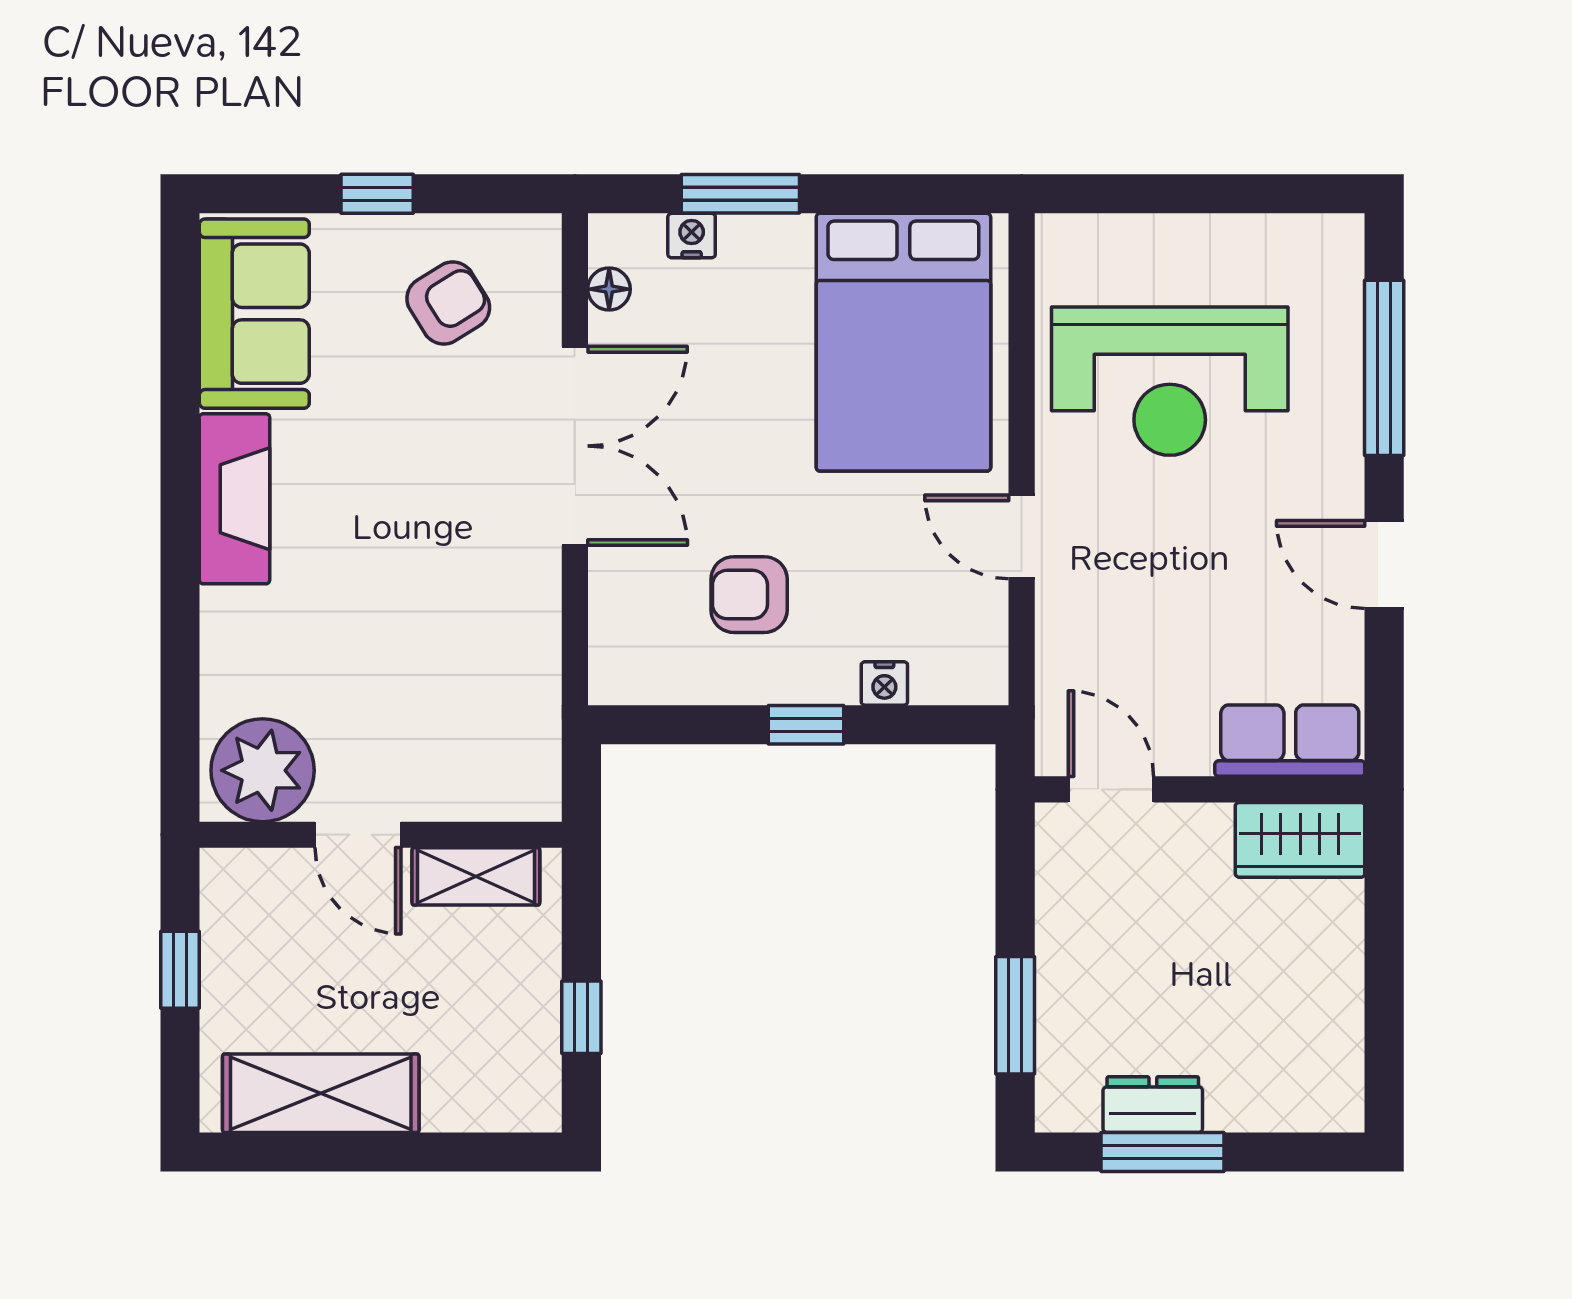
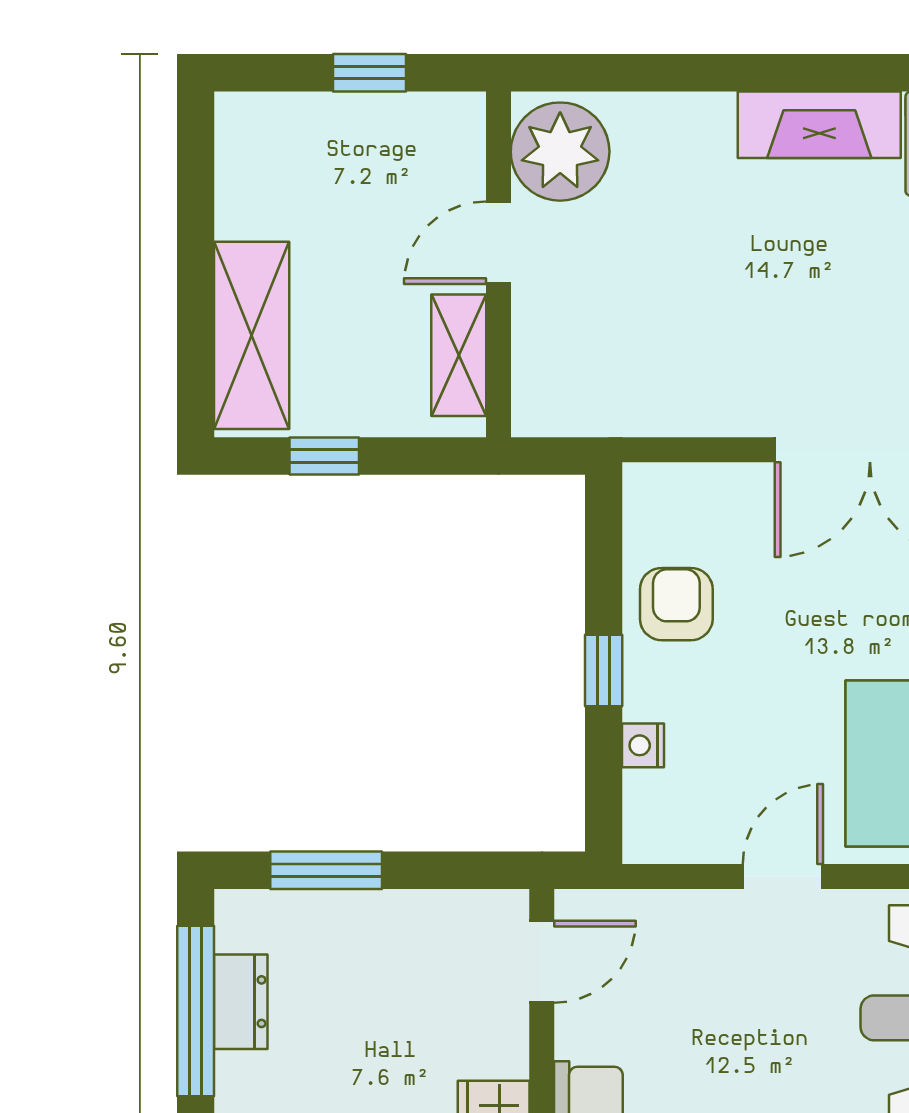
armchair: (749, 595) -> (676, 604), moved
shelving: (321, 1093) -> (252, 335), moved
window: (1162, 1152) -> (196, 1011), width x1.44

